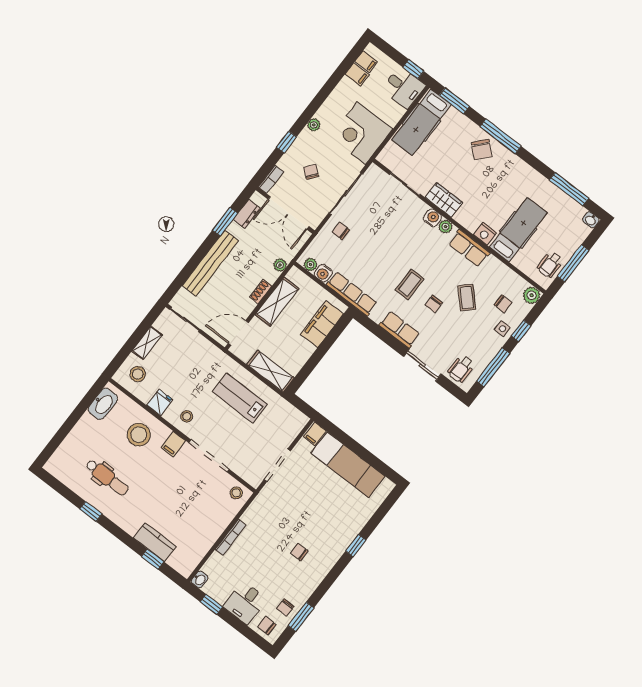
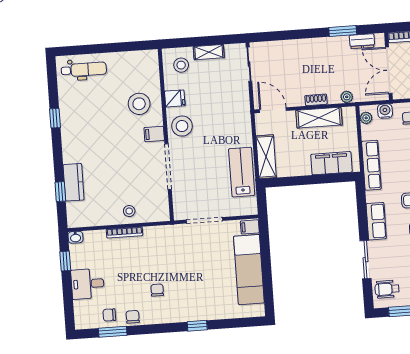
bench: (210, 263) -> (304, 47), removed
water cooler: (323, 273) -> (385, 111), moved, turned 90
lab bench: (240, 398) -> (242, 172), moved
washbasin: (103, 404) -> (138, 59), removed
stool: (187, 416) -> (182, 126), width x1.89, depth x1.89
dental chair: (107, 477) -> (84, 70), moved, turned -90
stool: (236, 493) -> (129, 211), moved
chair: (267, 626) -> (133, 317), moved

